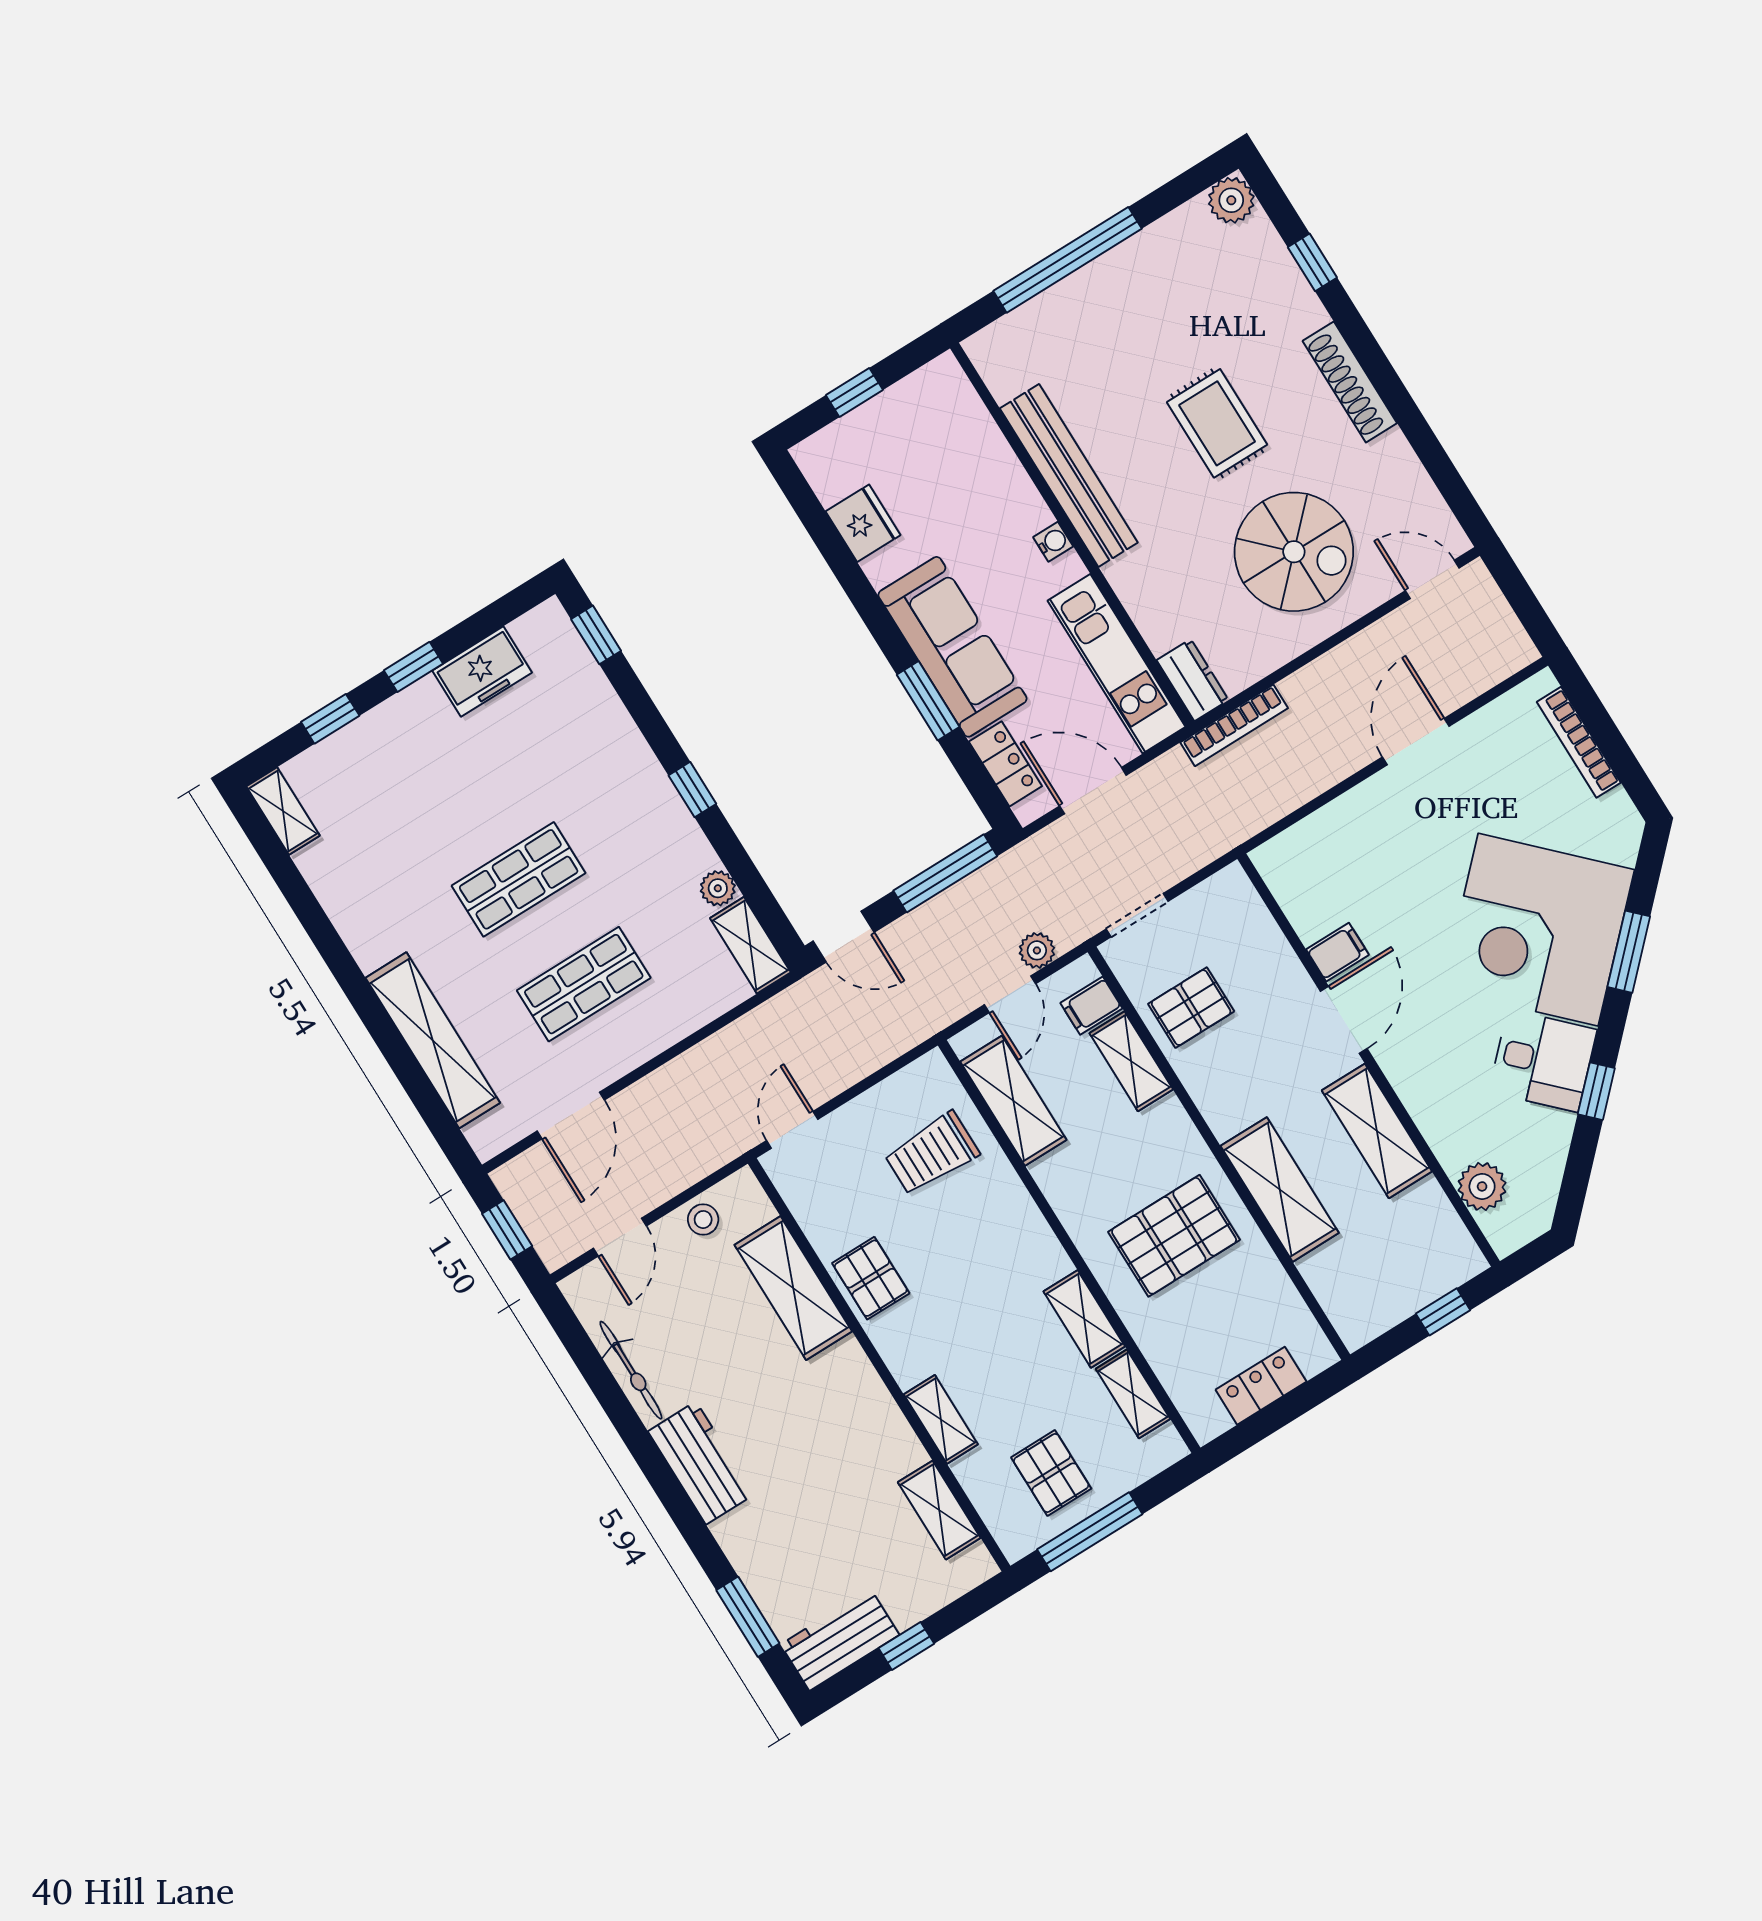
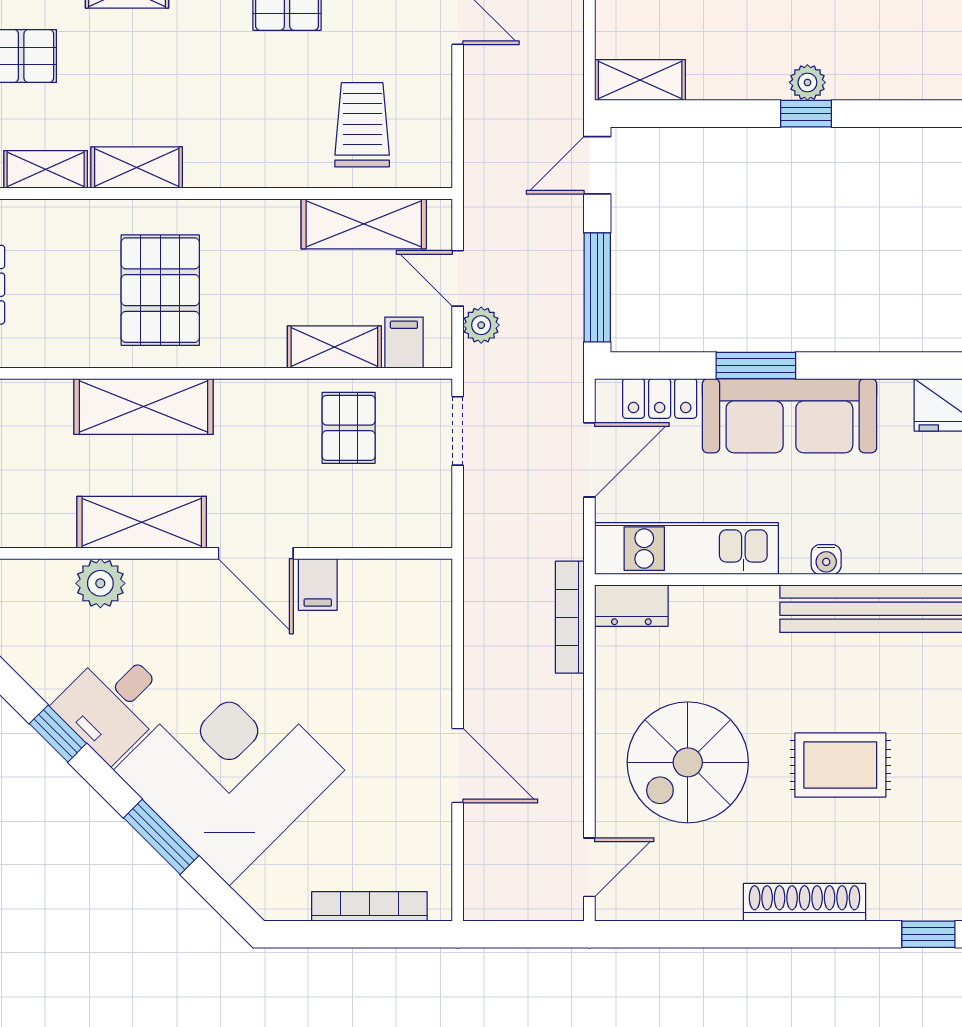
plant: (718, 888) -> (807, 82), moved
plant: (1482, 1186) -> (100, 583), moved

